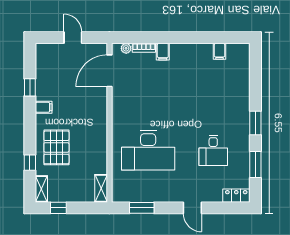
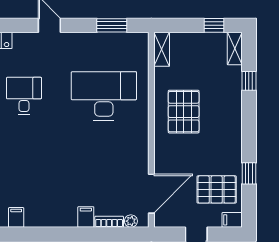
pallet: (56, 74) -> (217, 189), added
filing cabinet: (44, 107) -> (232, 220), moved
pallet: (56, 147) -> (184, 112), moved

